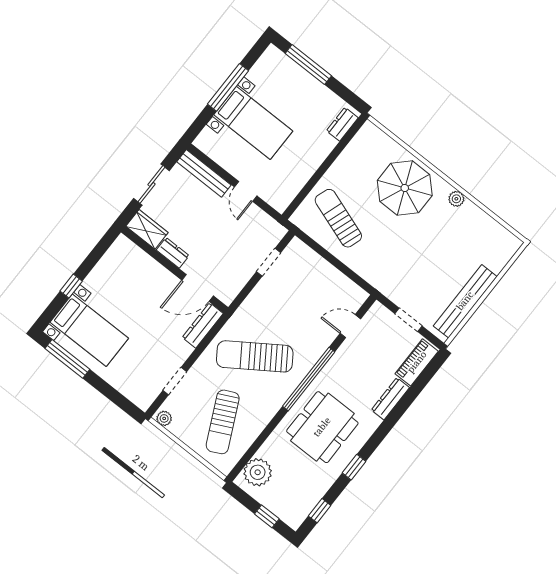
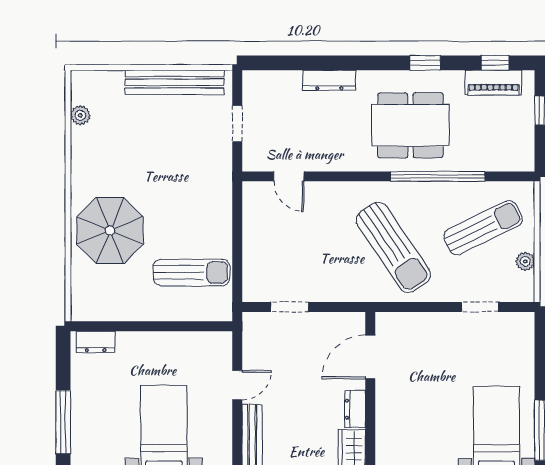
plant: (456, 199) -> (80, 115), moved
sun lounger: (338, 218) -> (192, 272), turned -109
door: (198, 288) -> (370, 357), swing flipped
dresser: (203, 325) -> (403, 323), removed
piano: (417, 362) -> (493, 83), moved
window: (309, 379) -> (438, 176), moved
plant: (164, 418) -> (525, 261), moved
plant: (258, 472) -> (505, 154), removed

